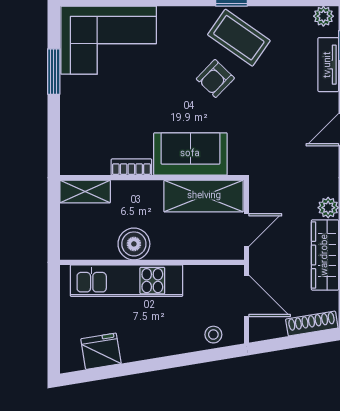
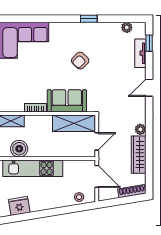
plant: (323, 16) -> (127, 27), moved
coffee table: (239, 38) -> (93, 39), removed
boiler: (134, 244) -> (19, 149), moved

